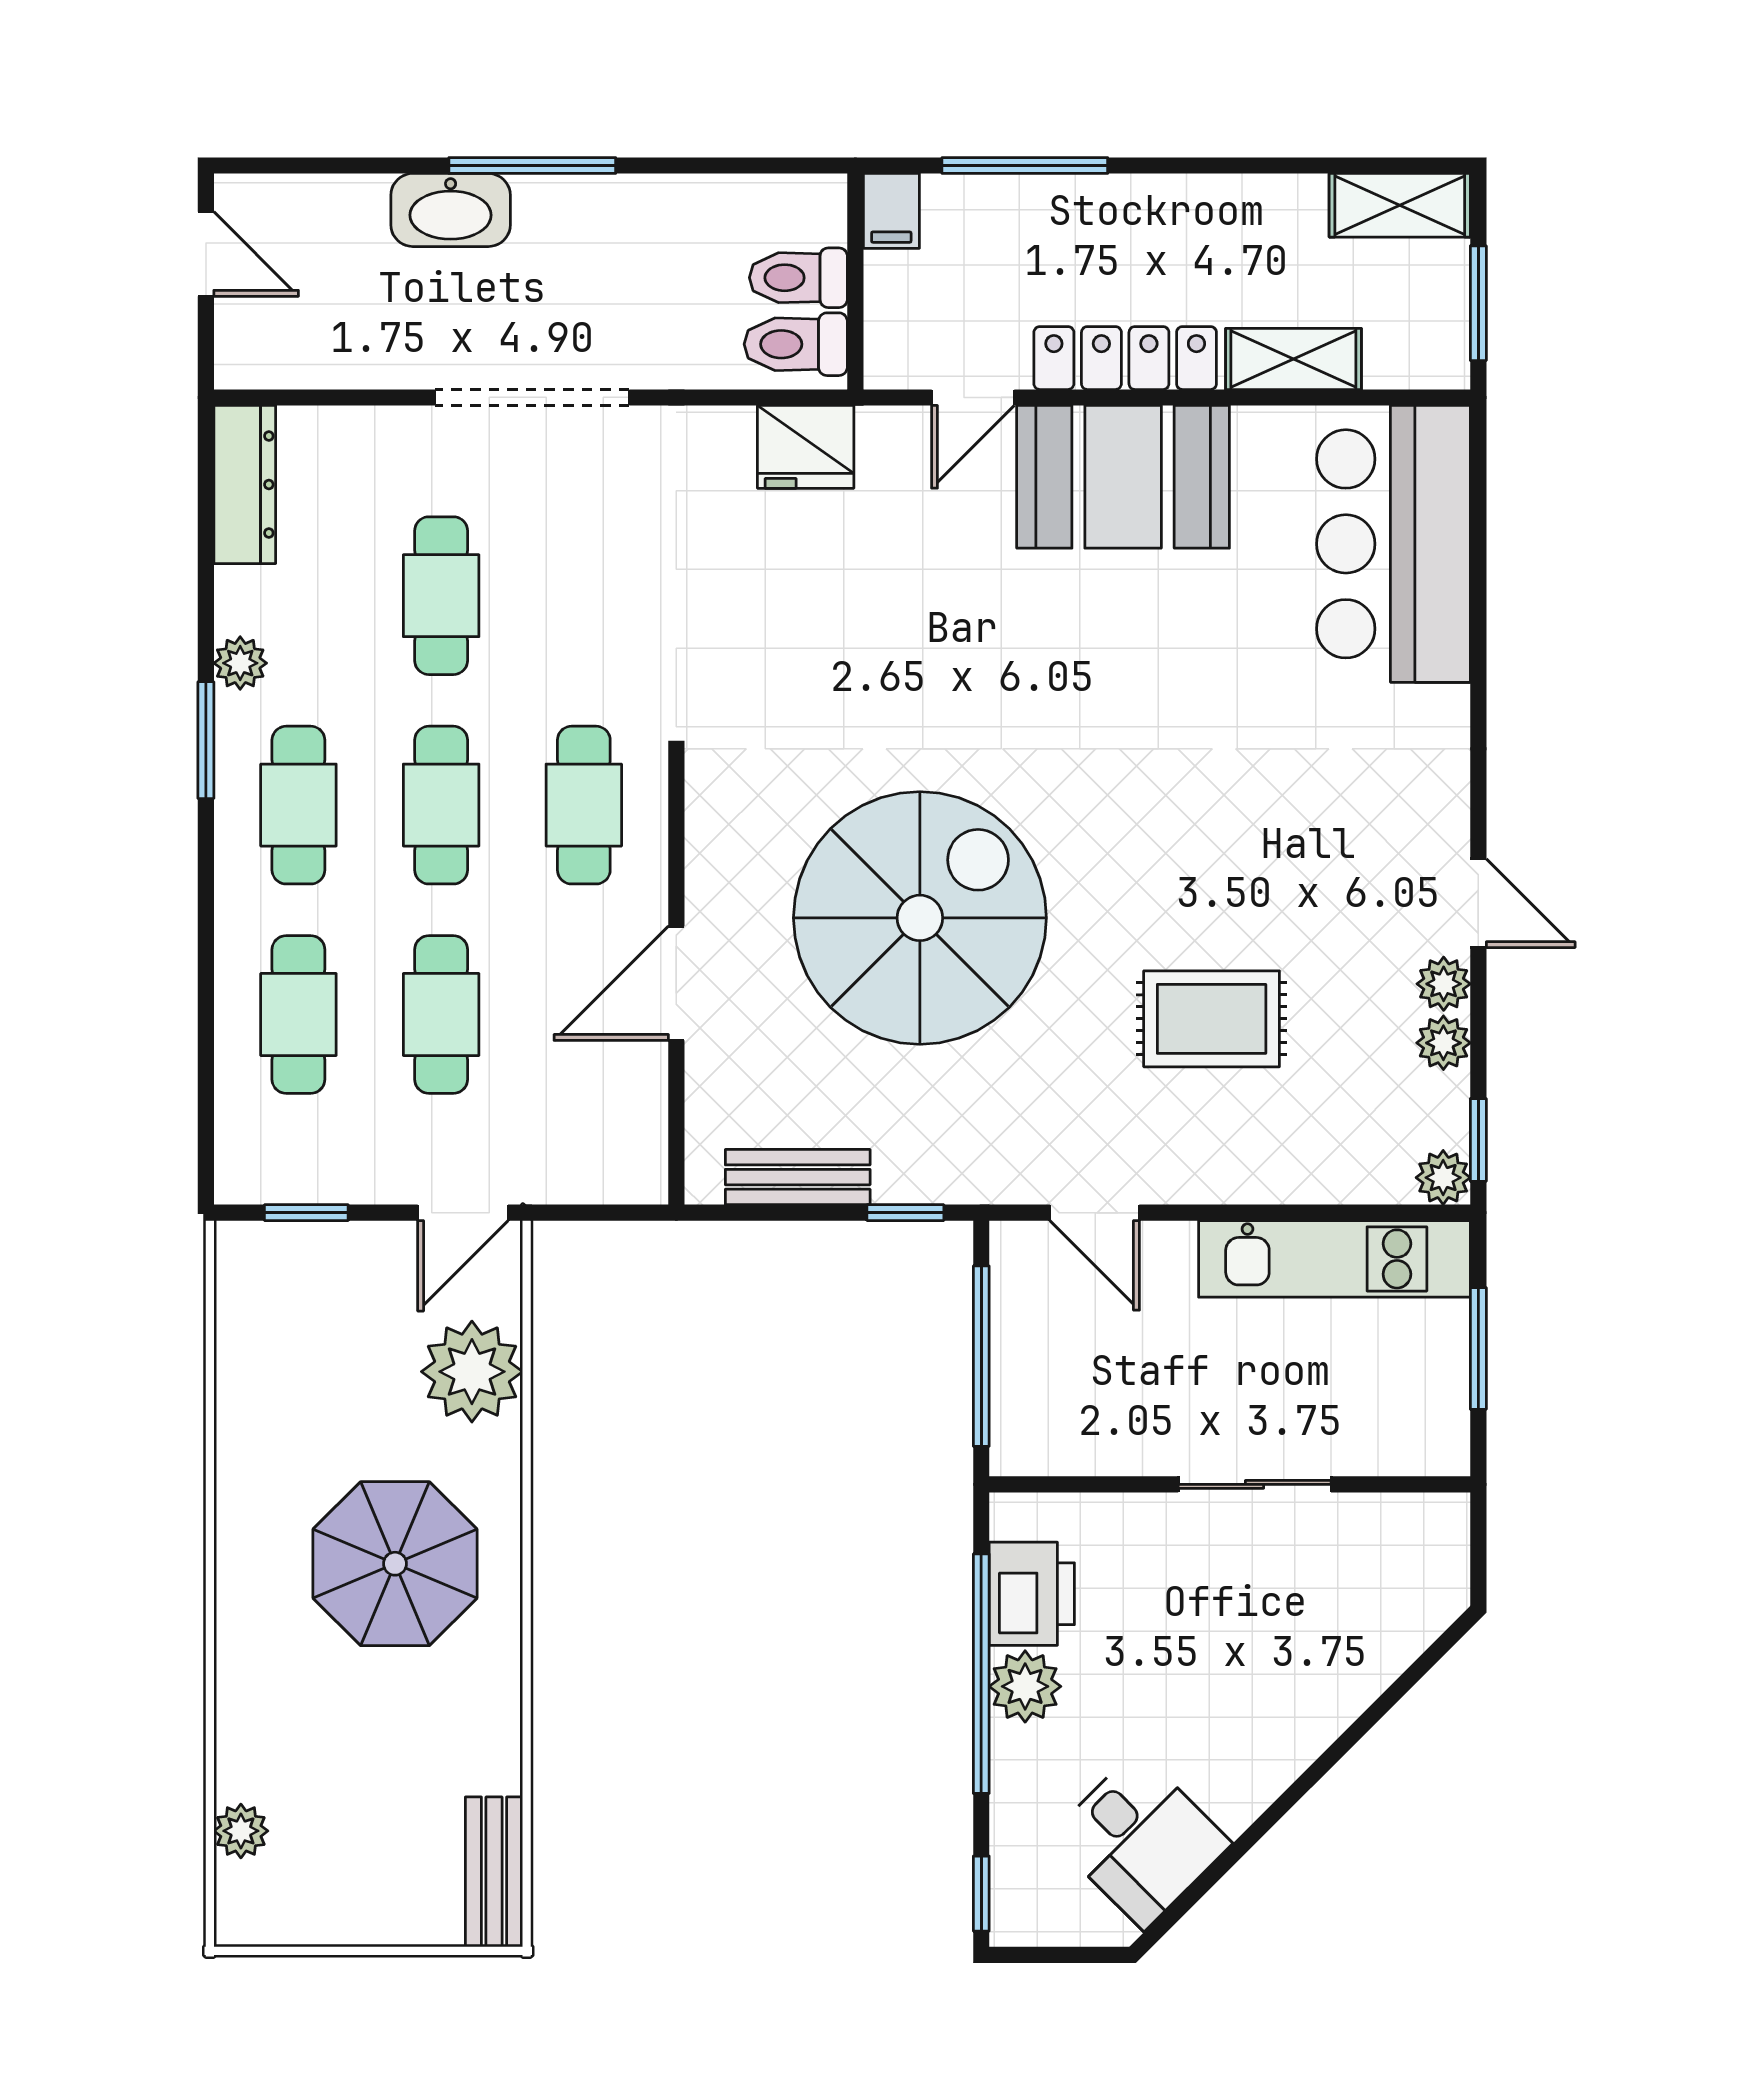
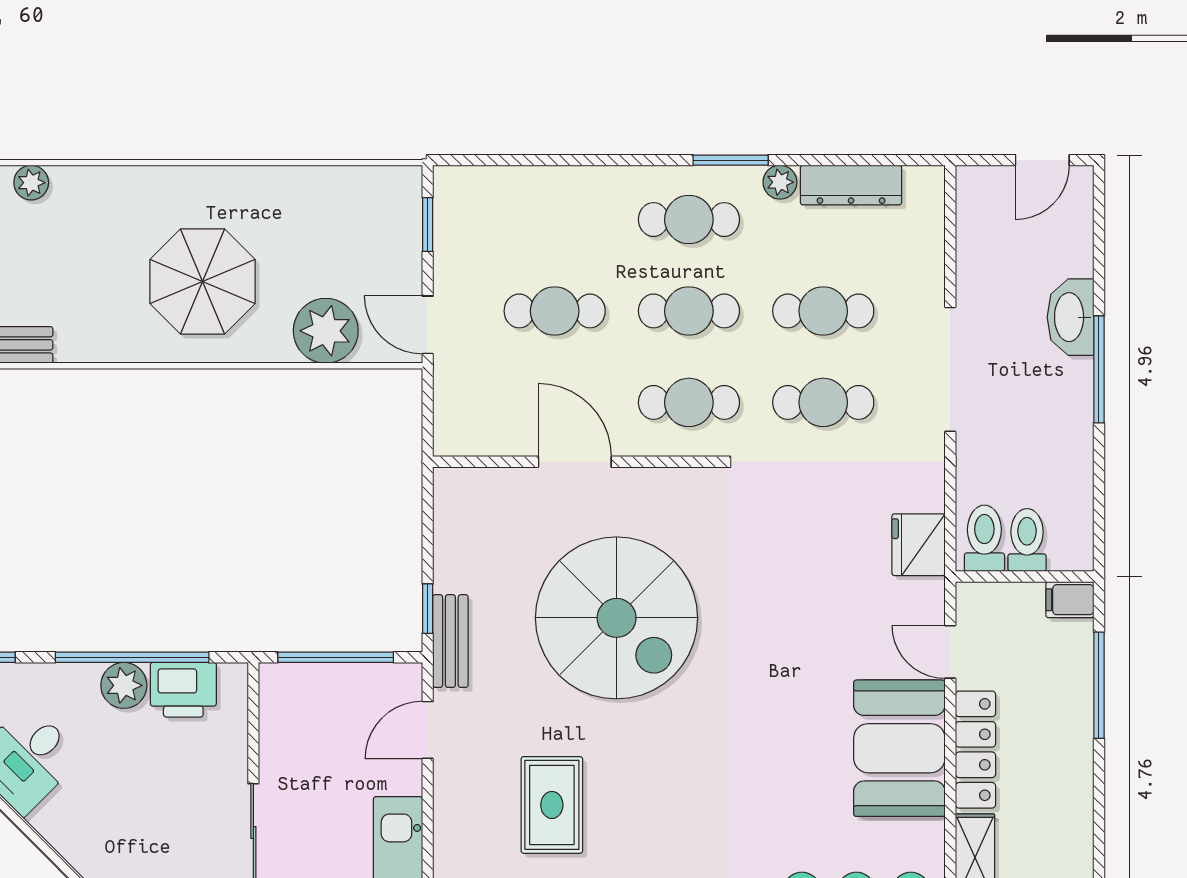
dresser: (245, 485) -> (851, 185), moved
cafe table: (298, 1015) -> (823, 402), moved
bench: (798, 1177) -> (450, 641), moved

